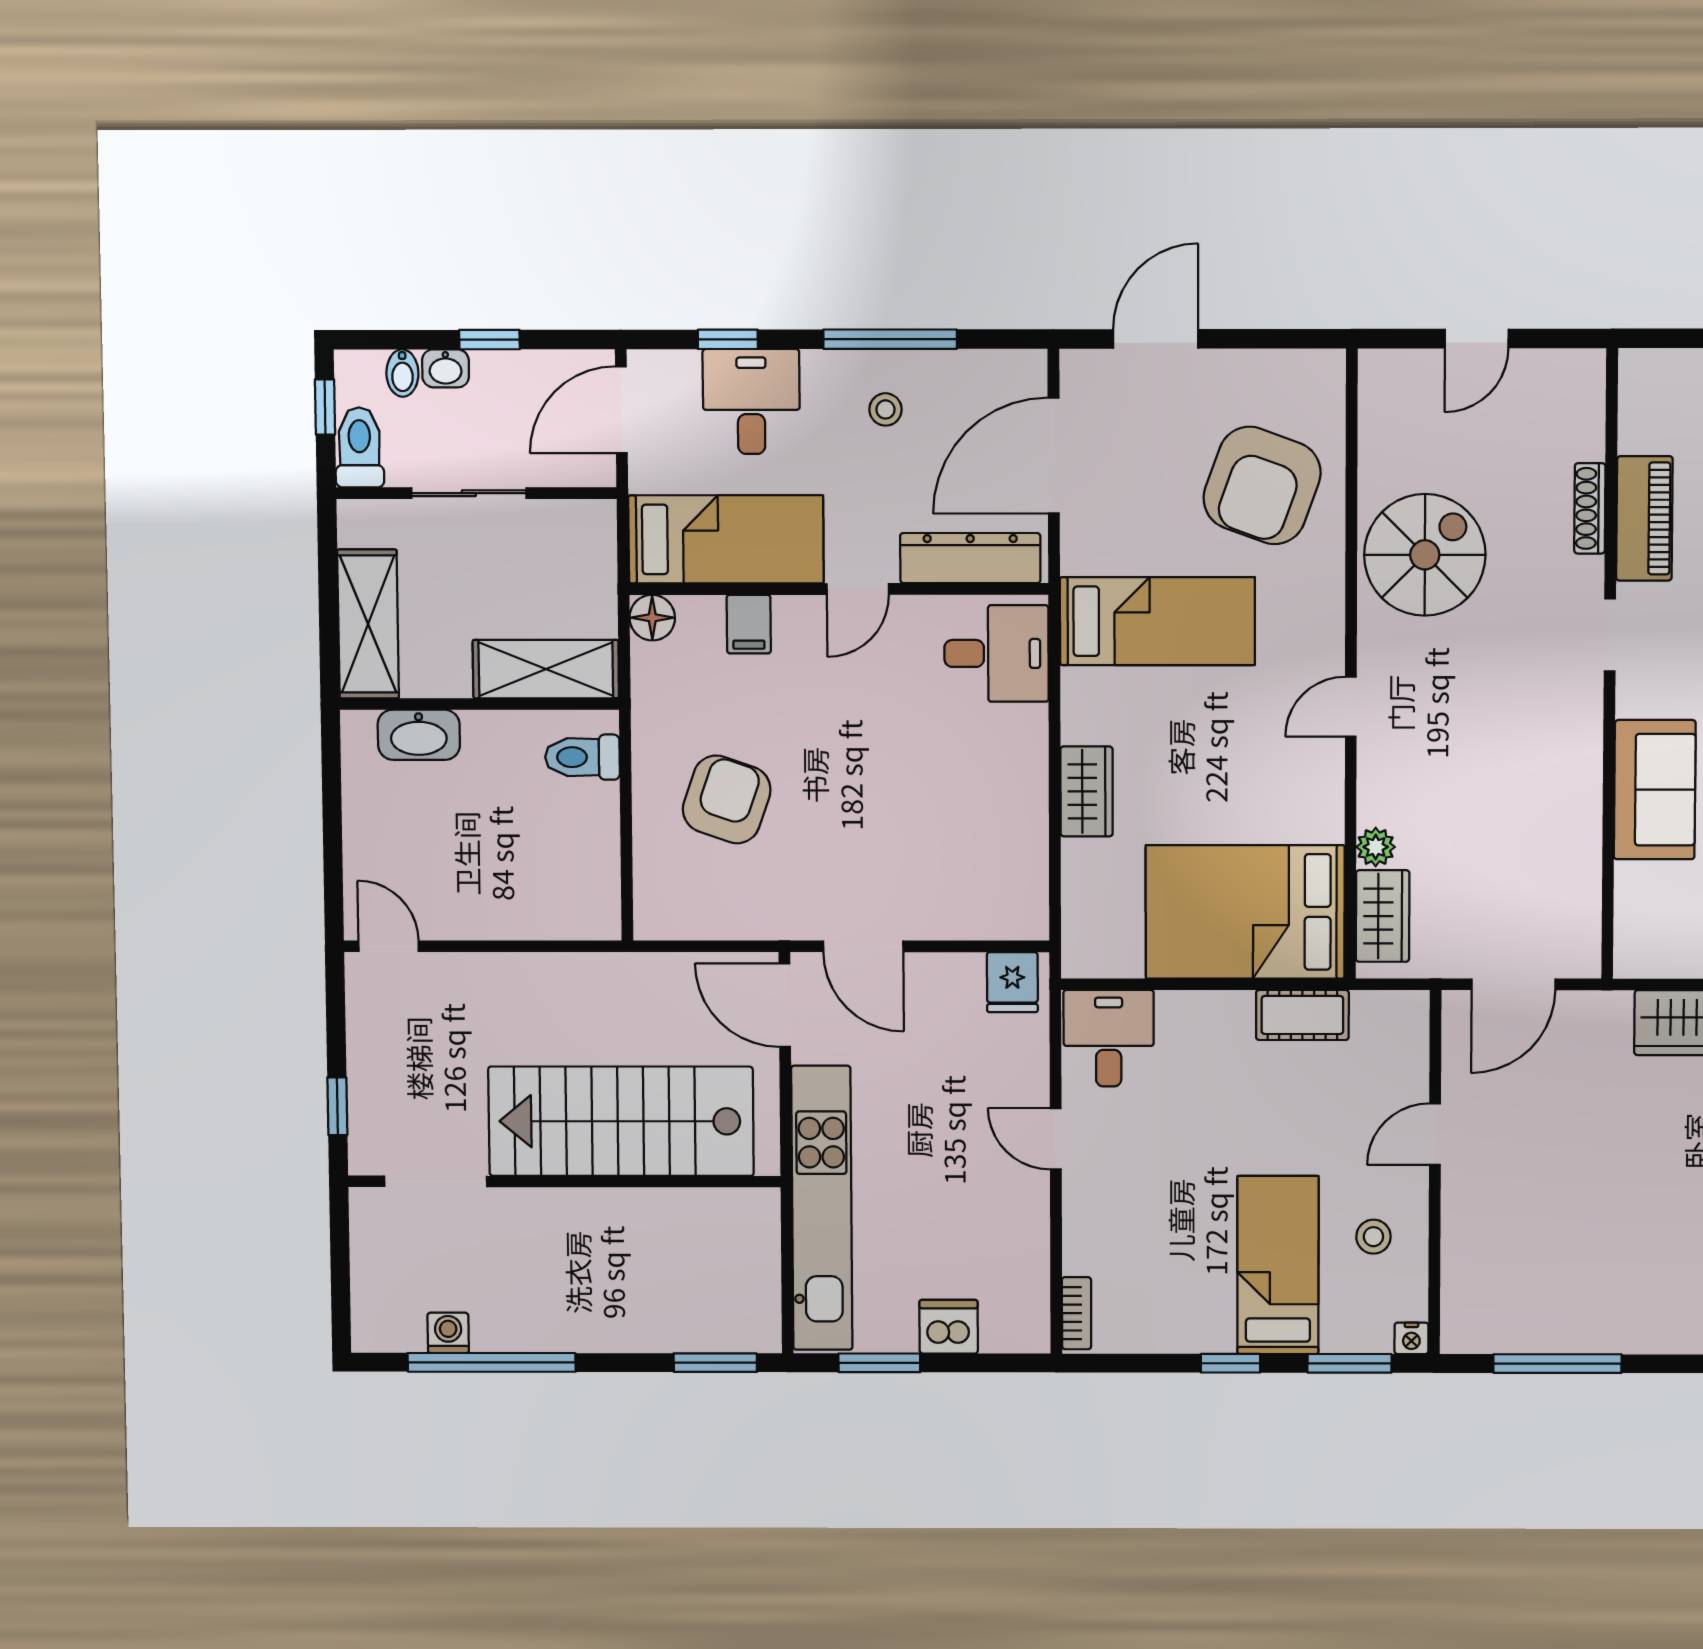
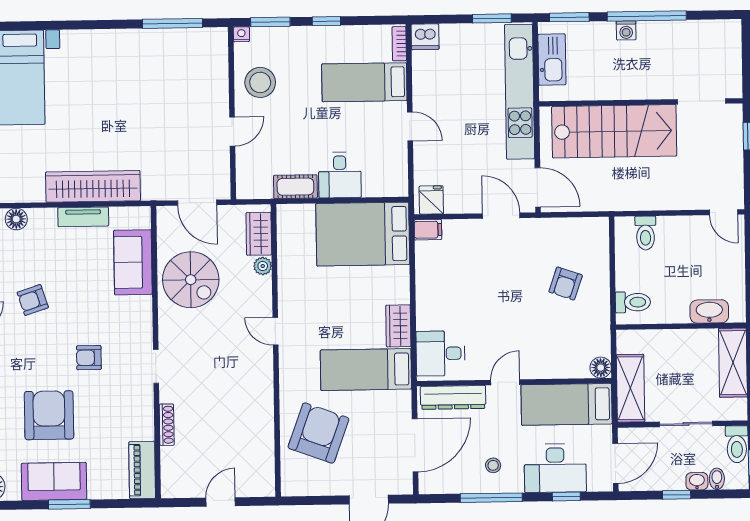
desk: (751, 402) -> (555, 468), width x1.37
piano: (1644, 518) -> (142, 470), moved
spiral stairs: (1425, 555) -> (191, 280), moved, turned -90
filing cabinet: (749, 624) -> (428, 230), moved, turned 90
shelving: (546, 669) -> (630, 388), moved, turned 90
door: (1351, 707) -> (275, 331), swing flipped
sofa: (1655, 790) -> (133, 262), moved
wardrobe: (1087, 791) -> (398, 326), moved
armchair: (727, 799) -> (566, 283), width x0.72, depth x0.72
toilet: (555, 904) -> (645, 233), added
bed: (1245, 912) -> (363, 234), moved, turned 180
door: (1513, 984) -> (197, 203), swing flipped
desk: (1109, 1038) -> (340, 175), moved
stool: (1373, 1237) -> (260, 82), width x1.89, depth x1.89
bed: (1278, 1265) -> (364, 82), moved, turned 90
kitchen sink: (753, 1275) -> (552, 60), added
dishwasher: (949, 1327) -> (425, 37), moved
washing machine: (448, 1333) -> (626, 30), moved
window: (492, 1362) -> (647, 16), moved

